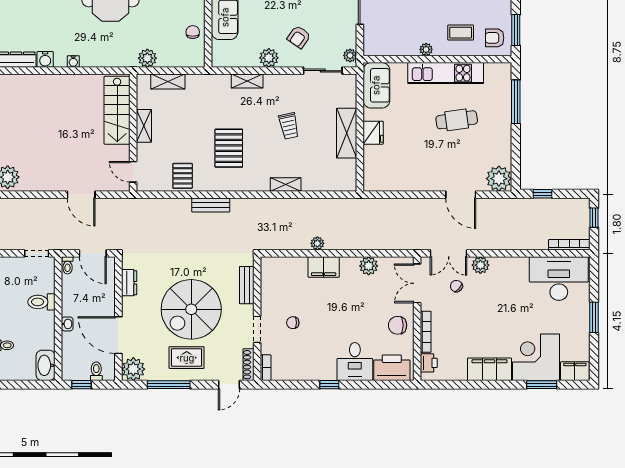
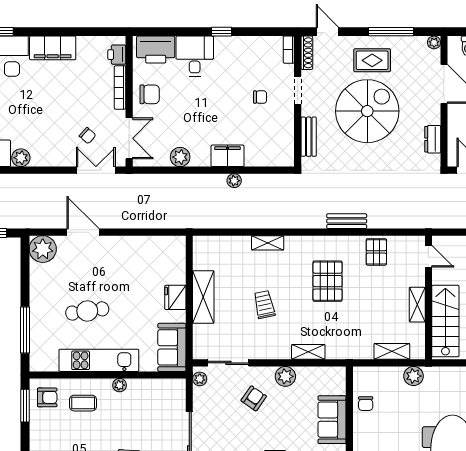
plant: (480, 265) -> (21, 158), moved
plant: (133, 369) -> (434, 42), width x0.53, depth x0.53
door: (229, 385) -> (327, 32), hinge flipped

